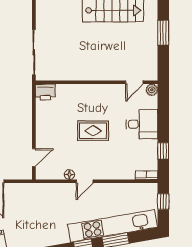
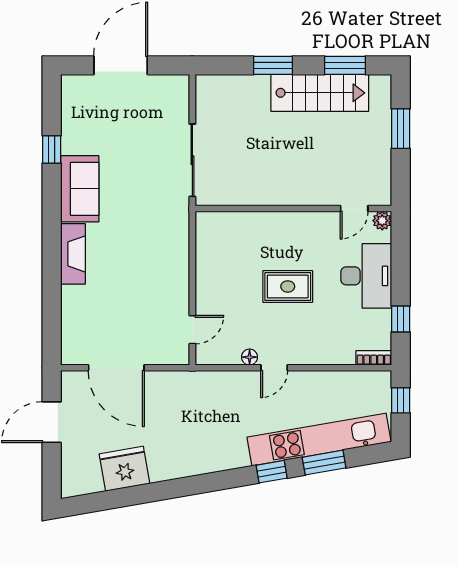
printer: (45, 92) -> (211, 224), removed
desk: (142, 124) -> (366, 276), width x1.37

